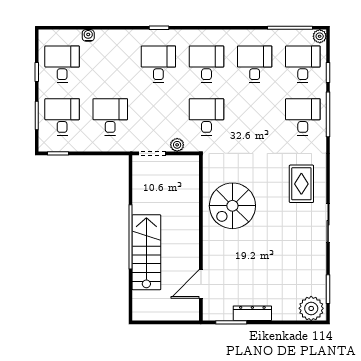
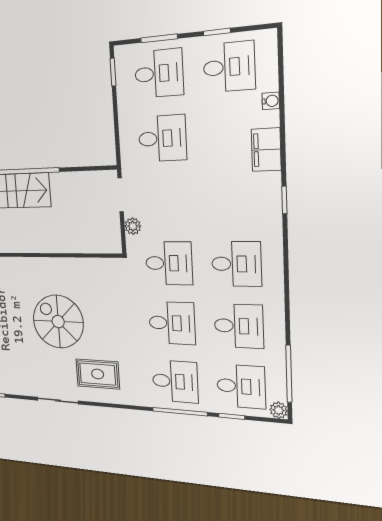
filing cabinet: (122, 40) -> (266, 150), added
desk: (158, 64) -> (172, 323), moved
spiral stairs: (232, 206) -> (58, 322), moved

